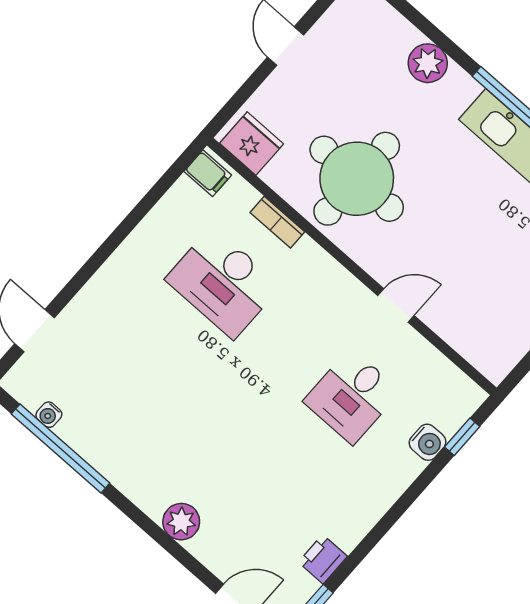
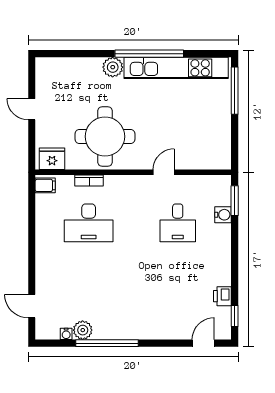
plant: (428, 63) -> (113, 67), moved
window: (462, 437) -> (235, 201), width x1.50
window: (60, 448) -> (107, 343), moved
plant: (181, 522) -> (83, 330), moved

